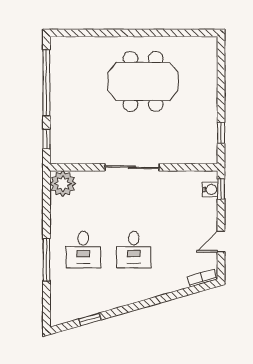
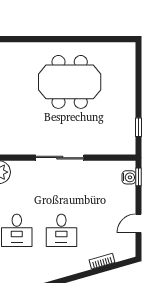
bookcase: (202, 278) -> (102, 261), moved

